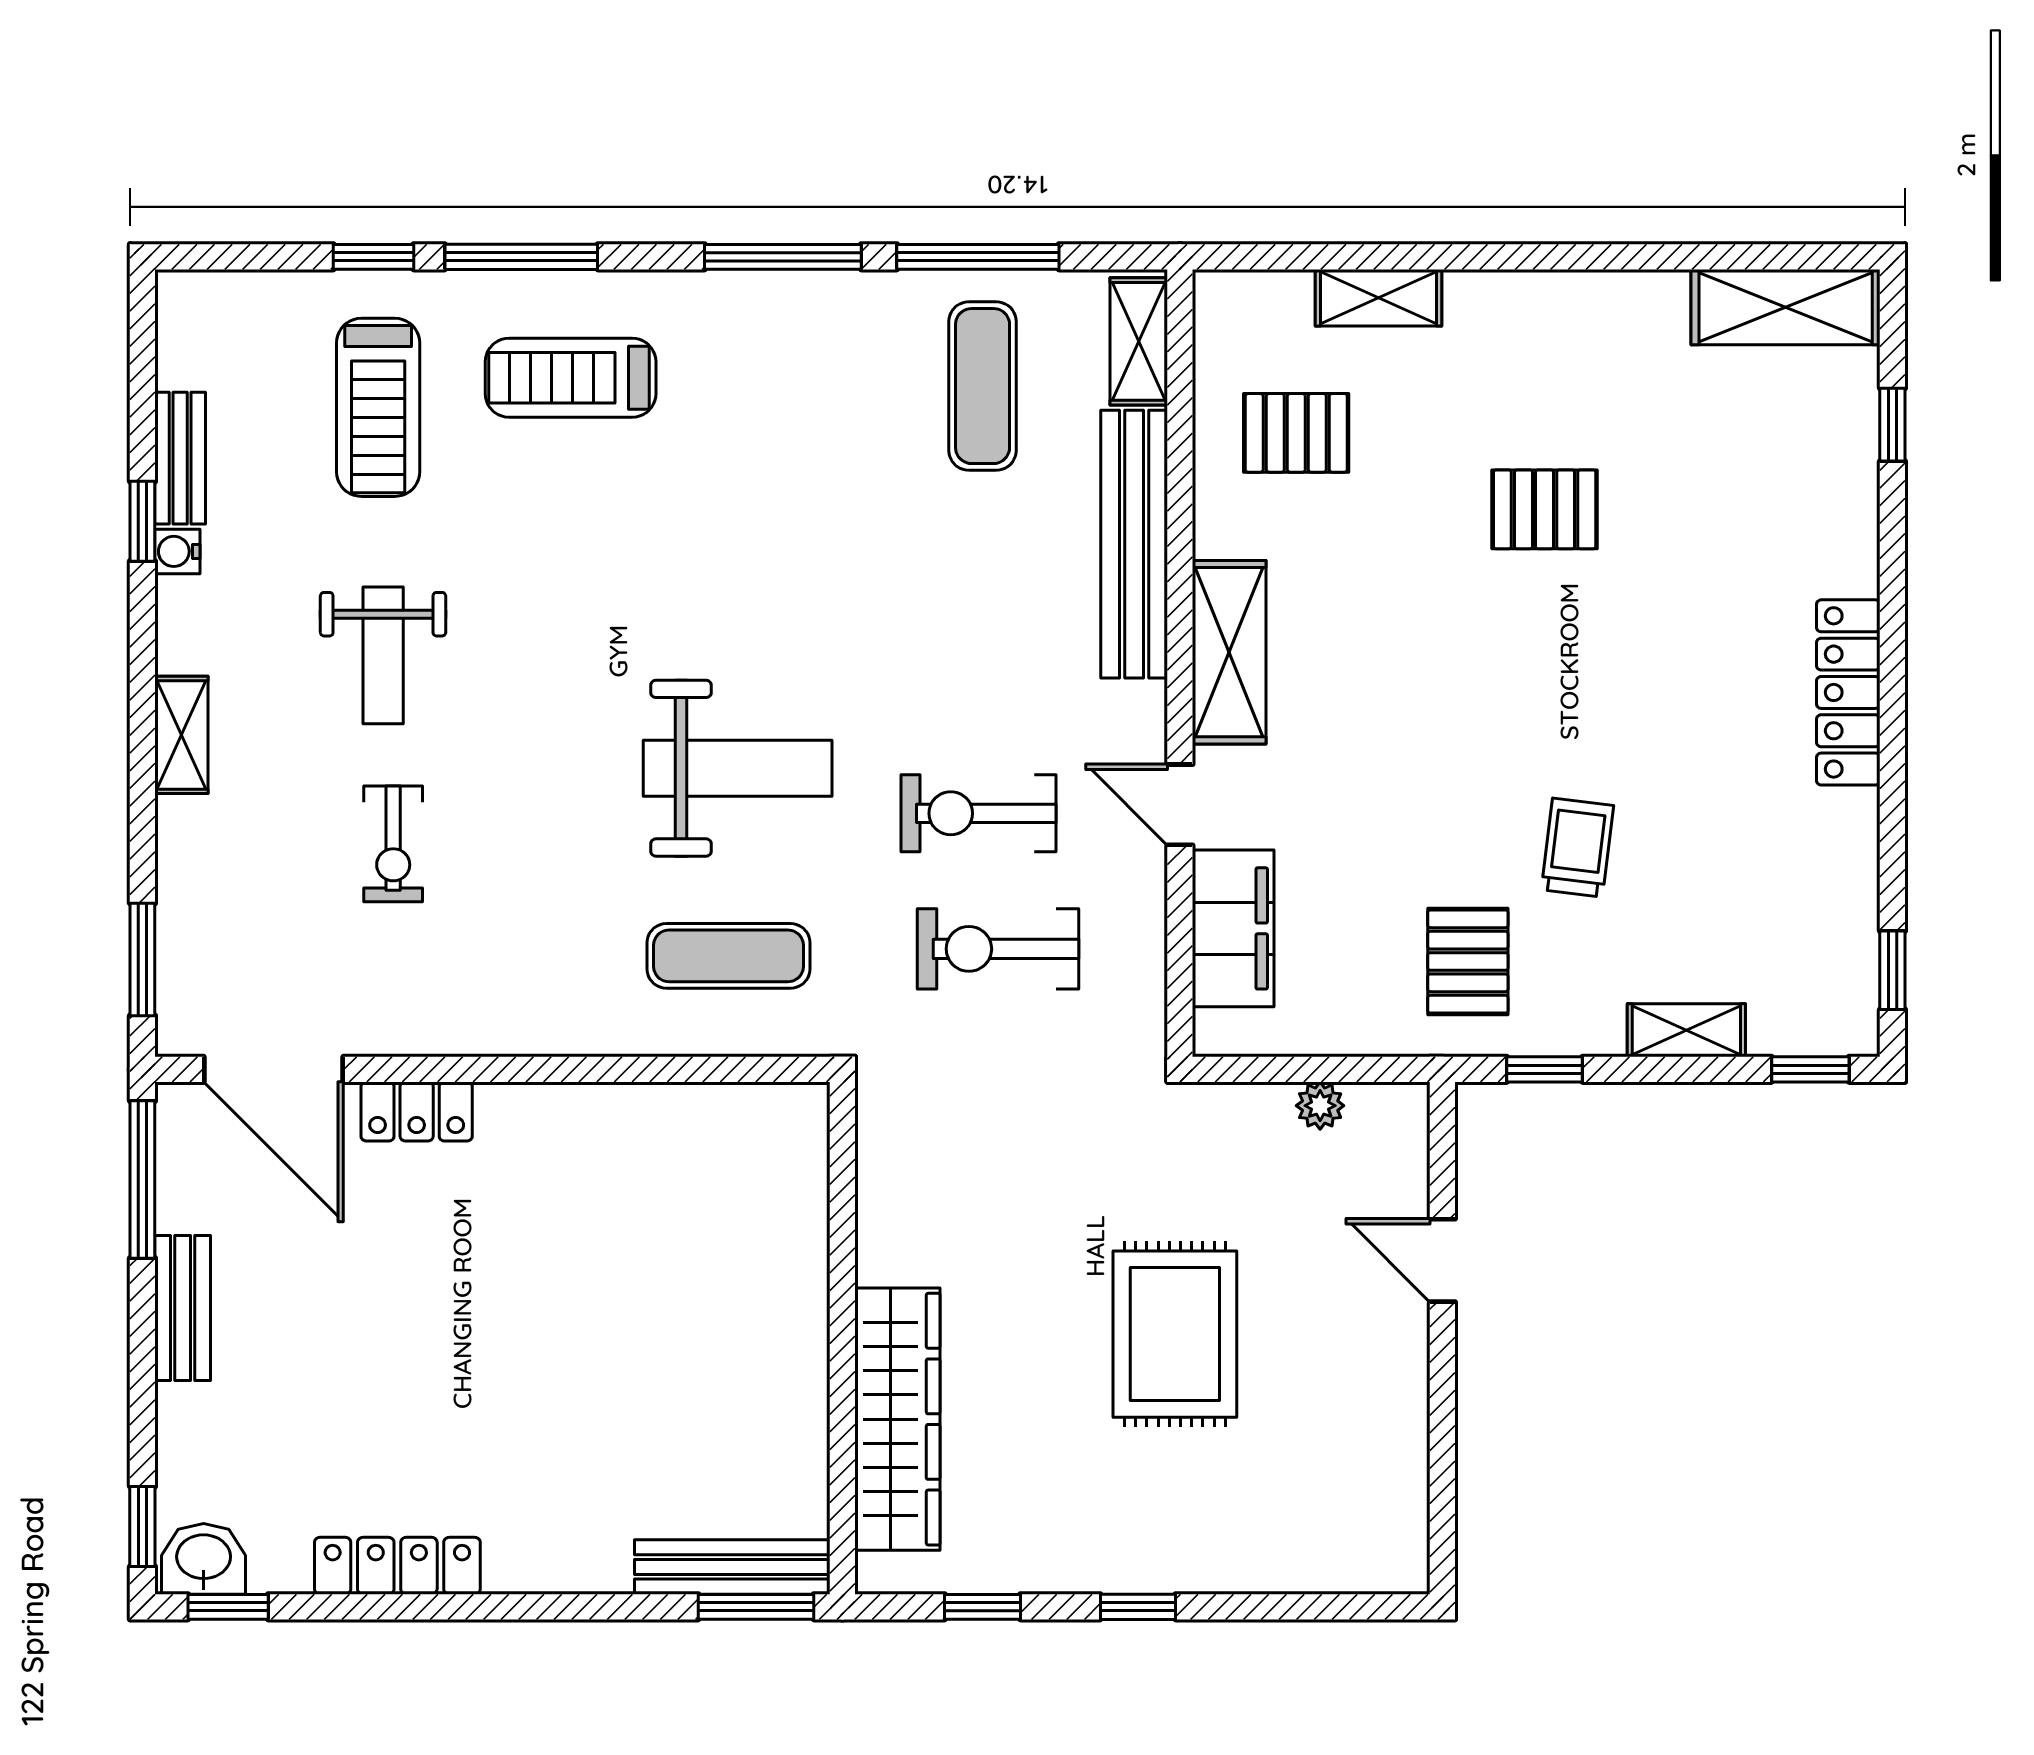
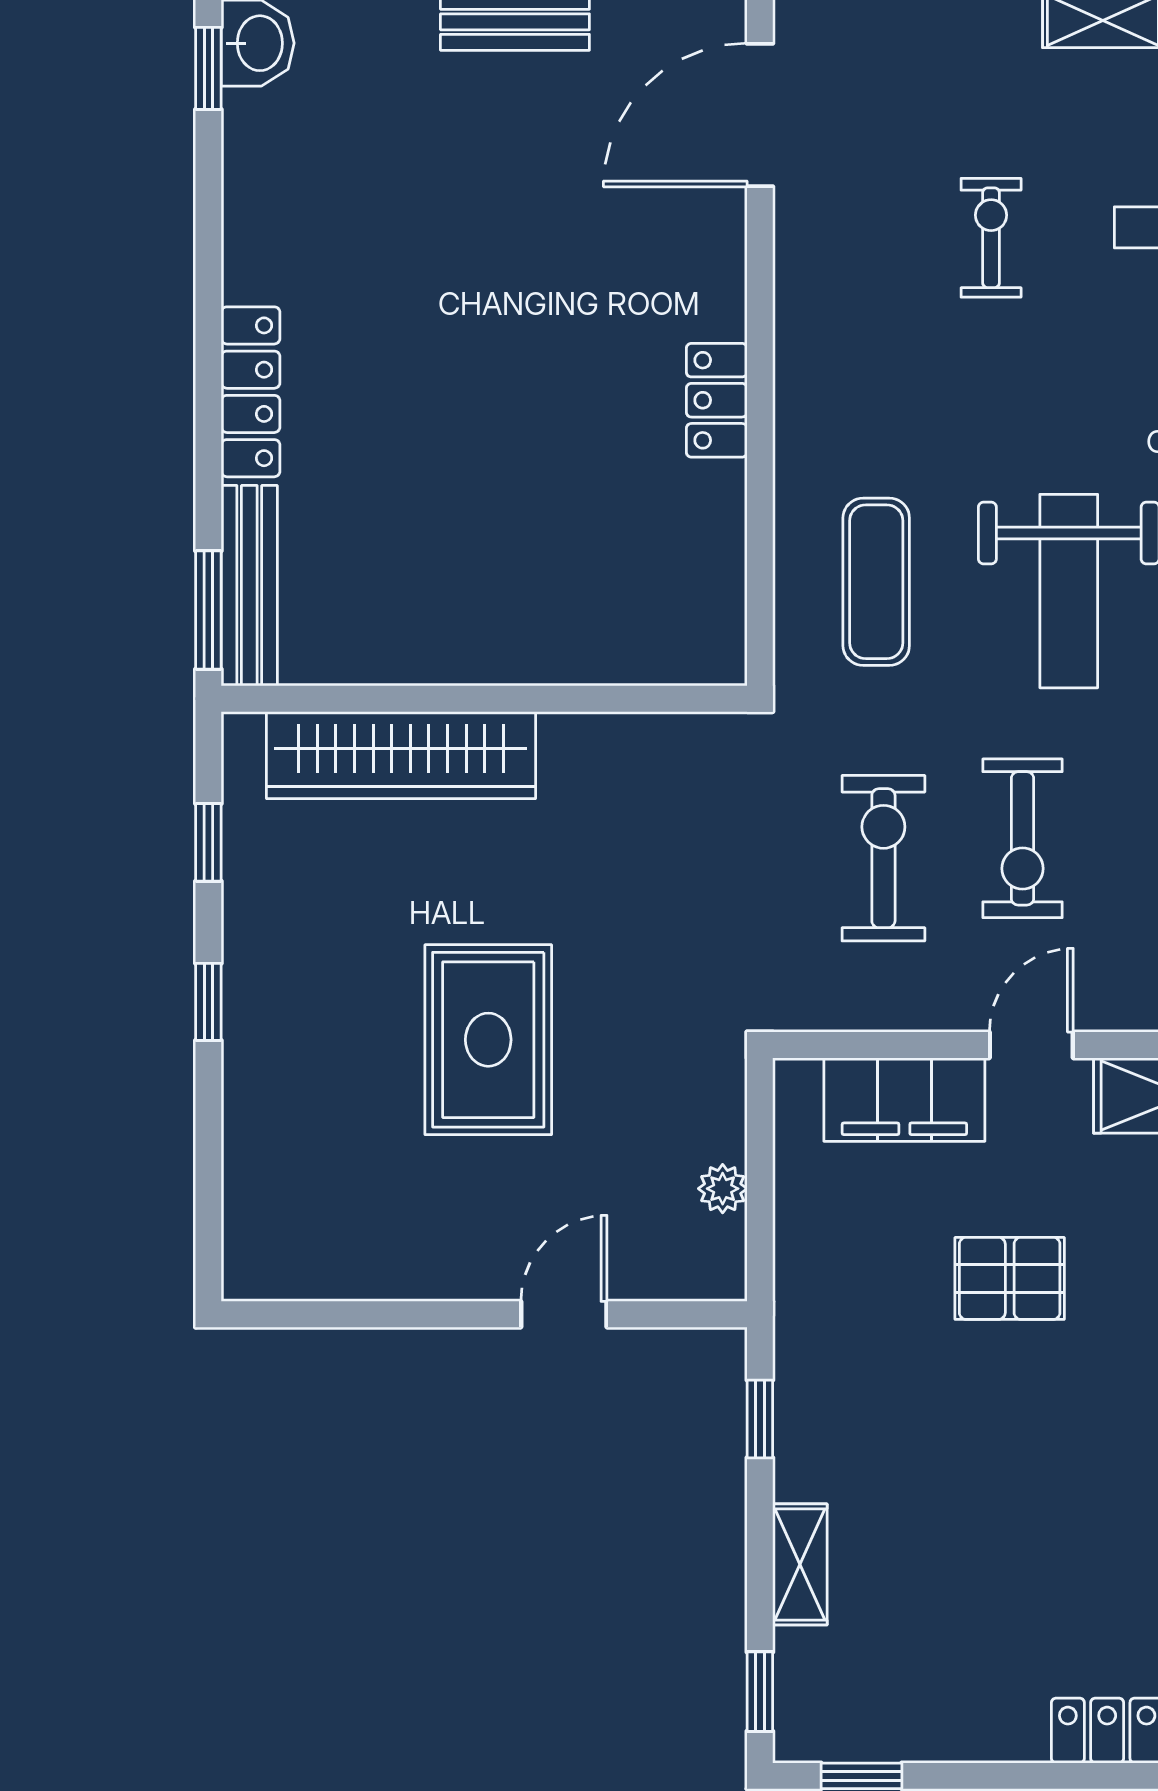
exercise bike: (979, 813) -> (1022, 838), turned 180
exercise bike: (393, 844) -> (991, 238), turned 90
trolley: (1577, 848) -> (987, 1453), removed
pallet: (1468, 961) -> (1010, 1278), moved
locker: (417, 1111) -> (717, 400), moved
rug: (1175, 1334) -> (488, 1040), turned 90
locker: (397, 1566) -> (251, 392), moved

